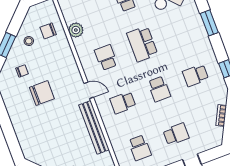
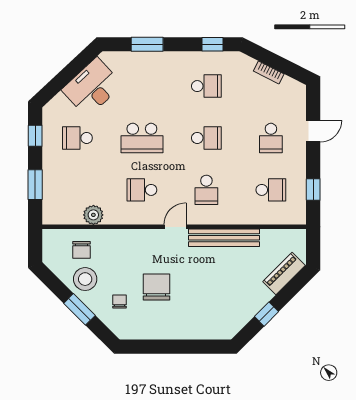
stool: (29, 41) -> (85, 279), width x1.89, depth x1.89
school desk: (195, 75) -> (206, 86), turned -90
school desk: (176, 134) -> (271, 138), turned 180

